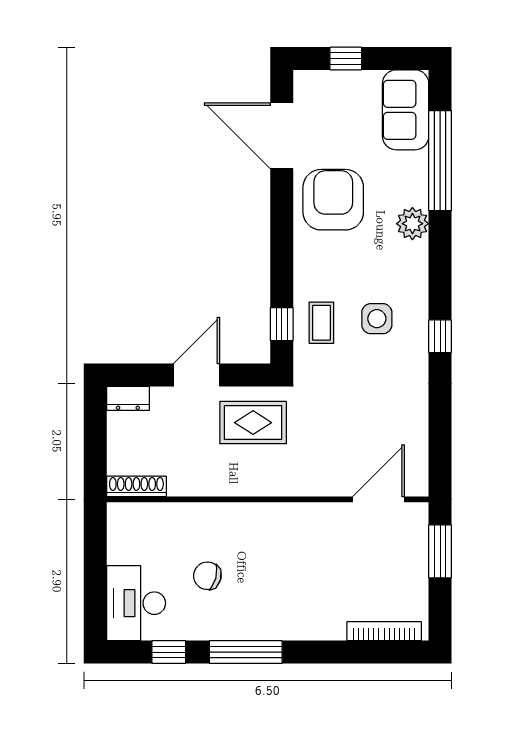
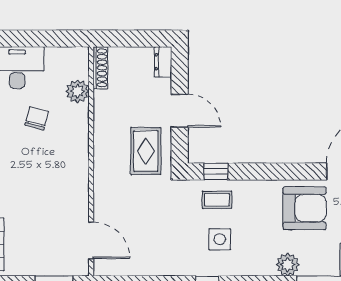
plant: (169, 518) -> (77, 91), added

